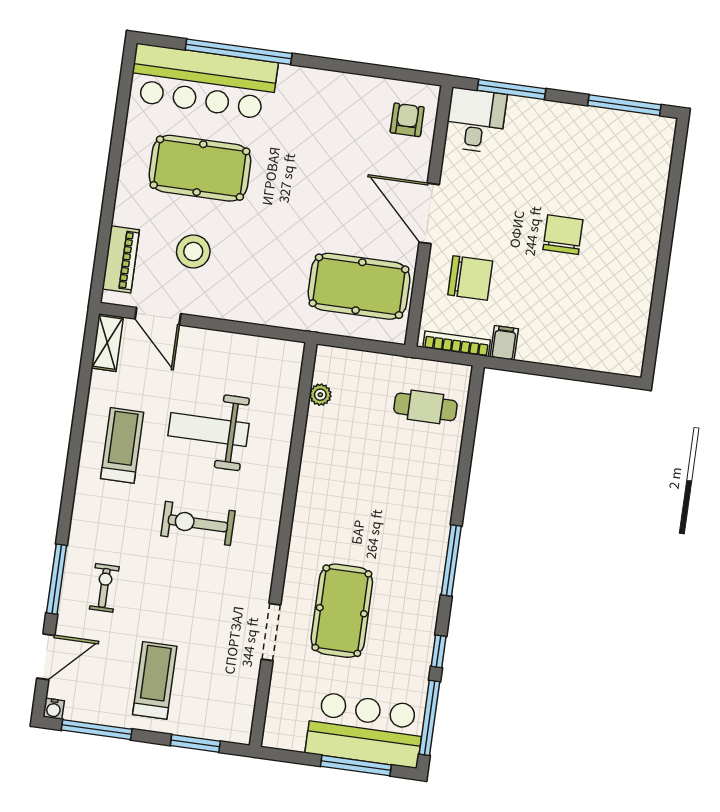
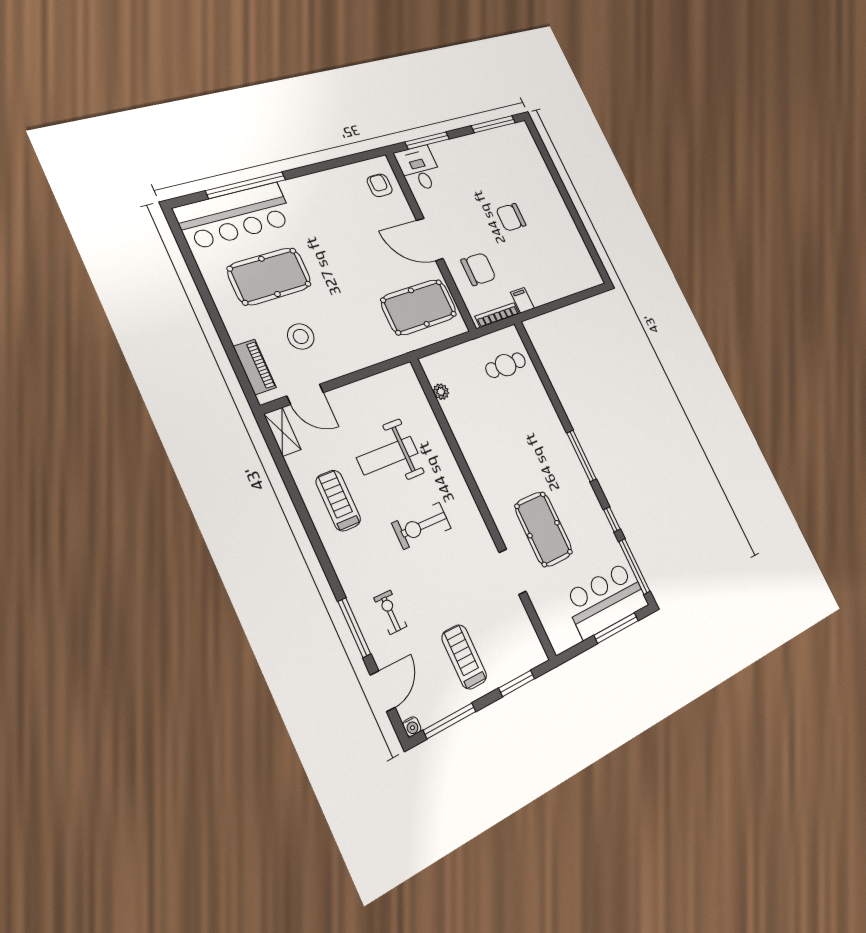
chair: (563, 235) -> (511, 217), turned -90

